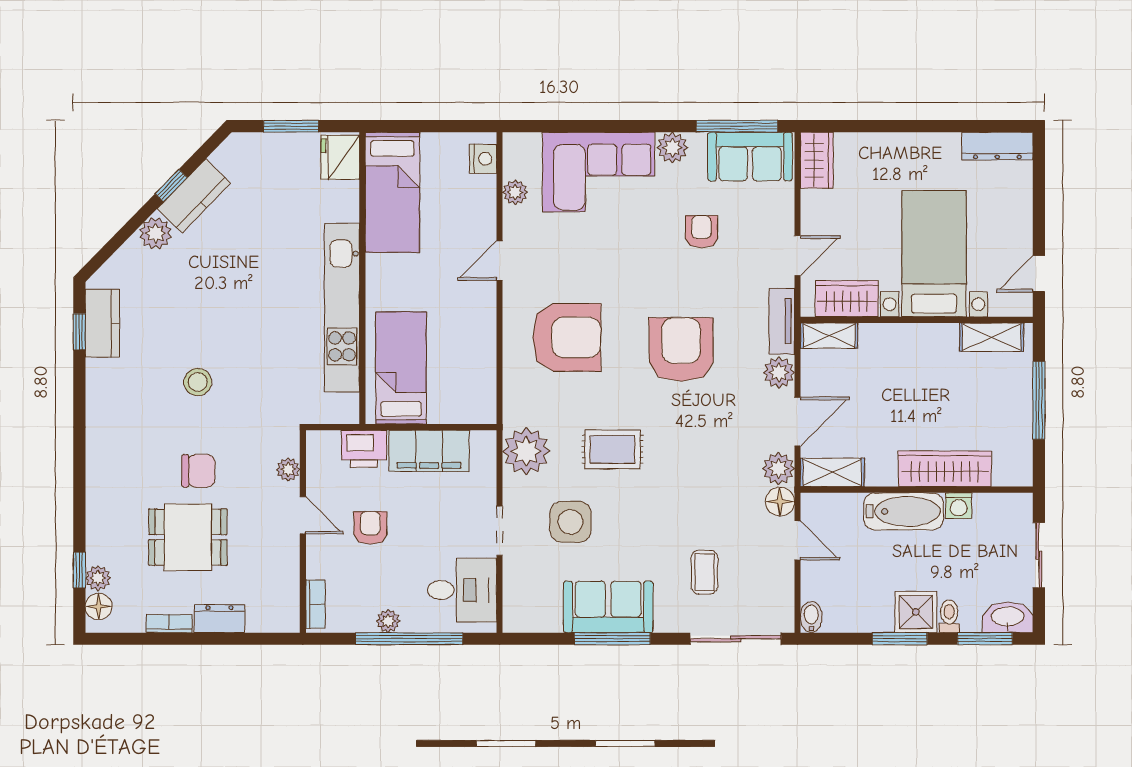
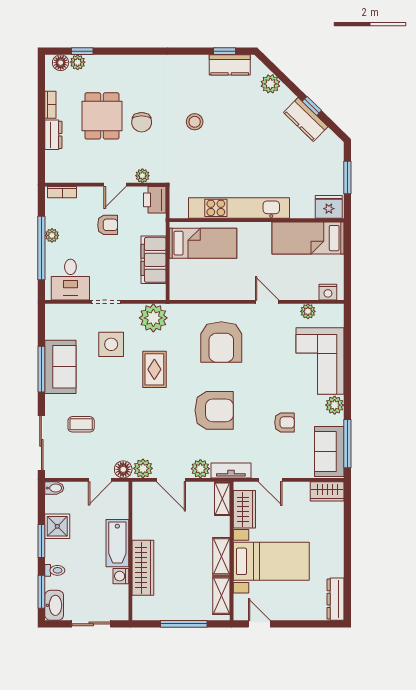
plant: (155, 233) -> (270, 84), moved
printer: (364, 449) -> (155, 200), moved
shelving: (832, 472) -> (221, 556), moved
shower: (916, 612) -> (57, 526), moved

